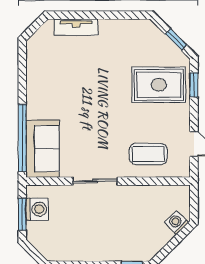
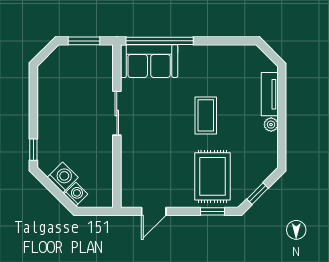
plant: (107, 26) -> (271, 125), added
coffee table: (148, 154) -> (206, 115), moved
washing machine: (37, 209) -> (63, 177), moved, turned -135

